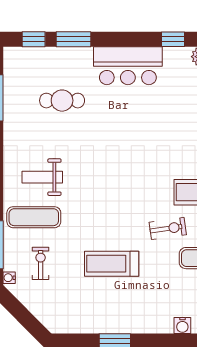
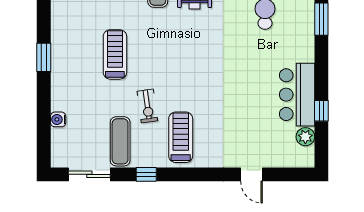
bar counter: (128, 66) -> (297, 95), moved

